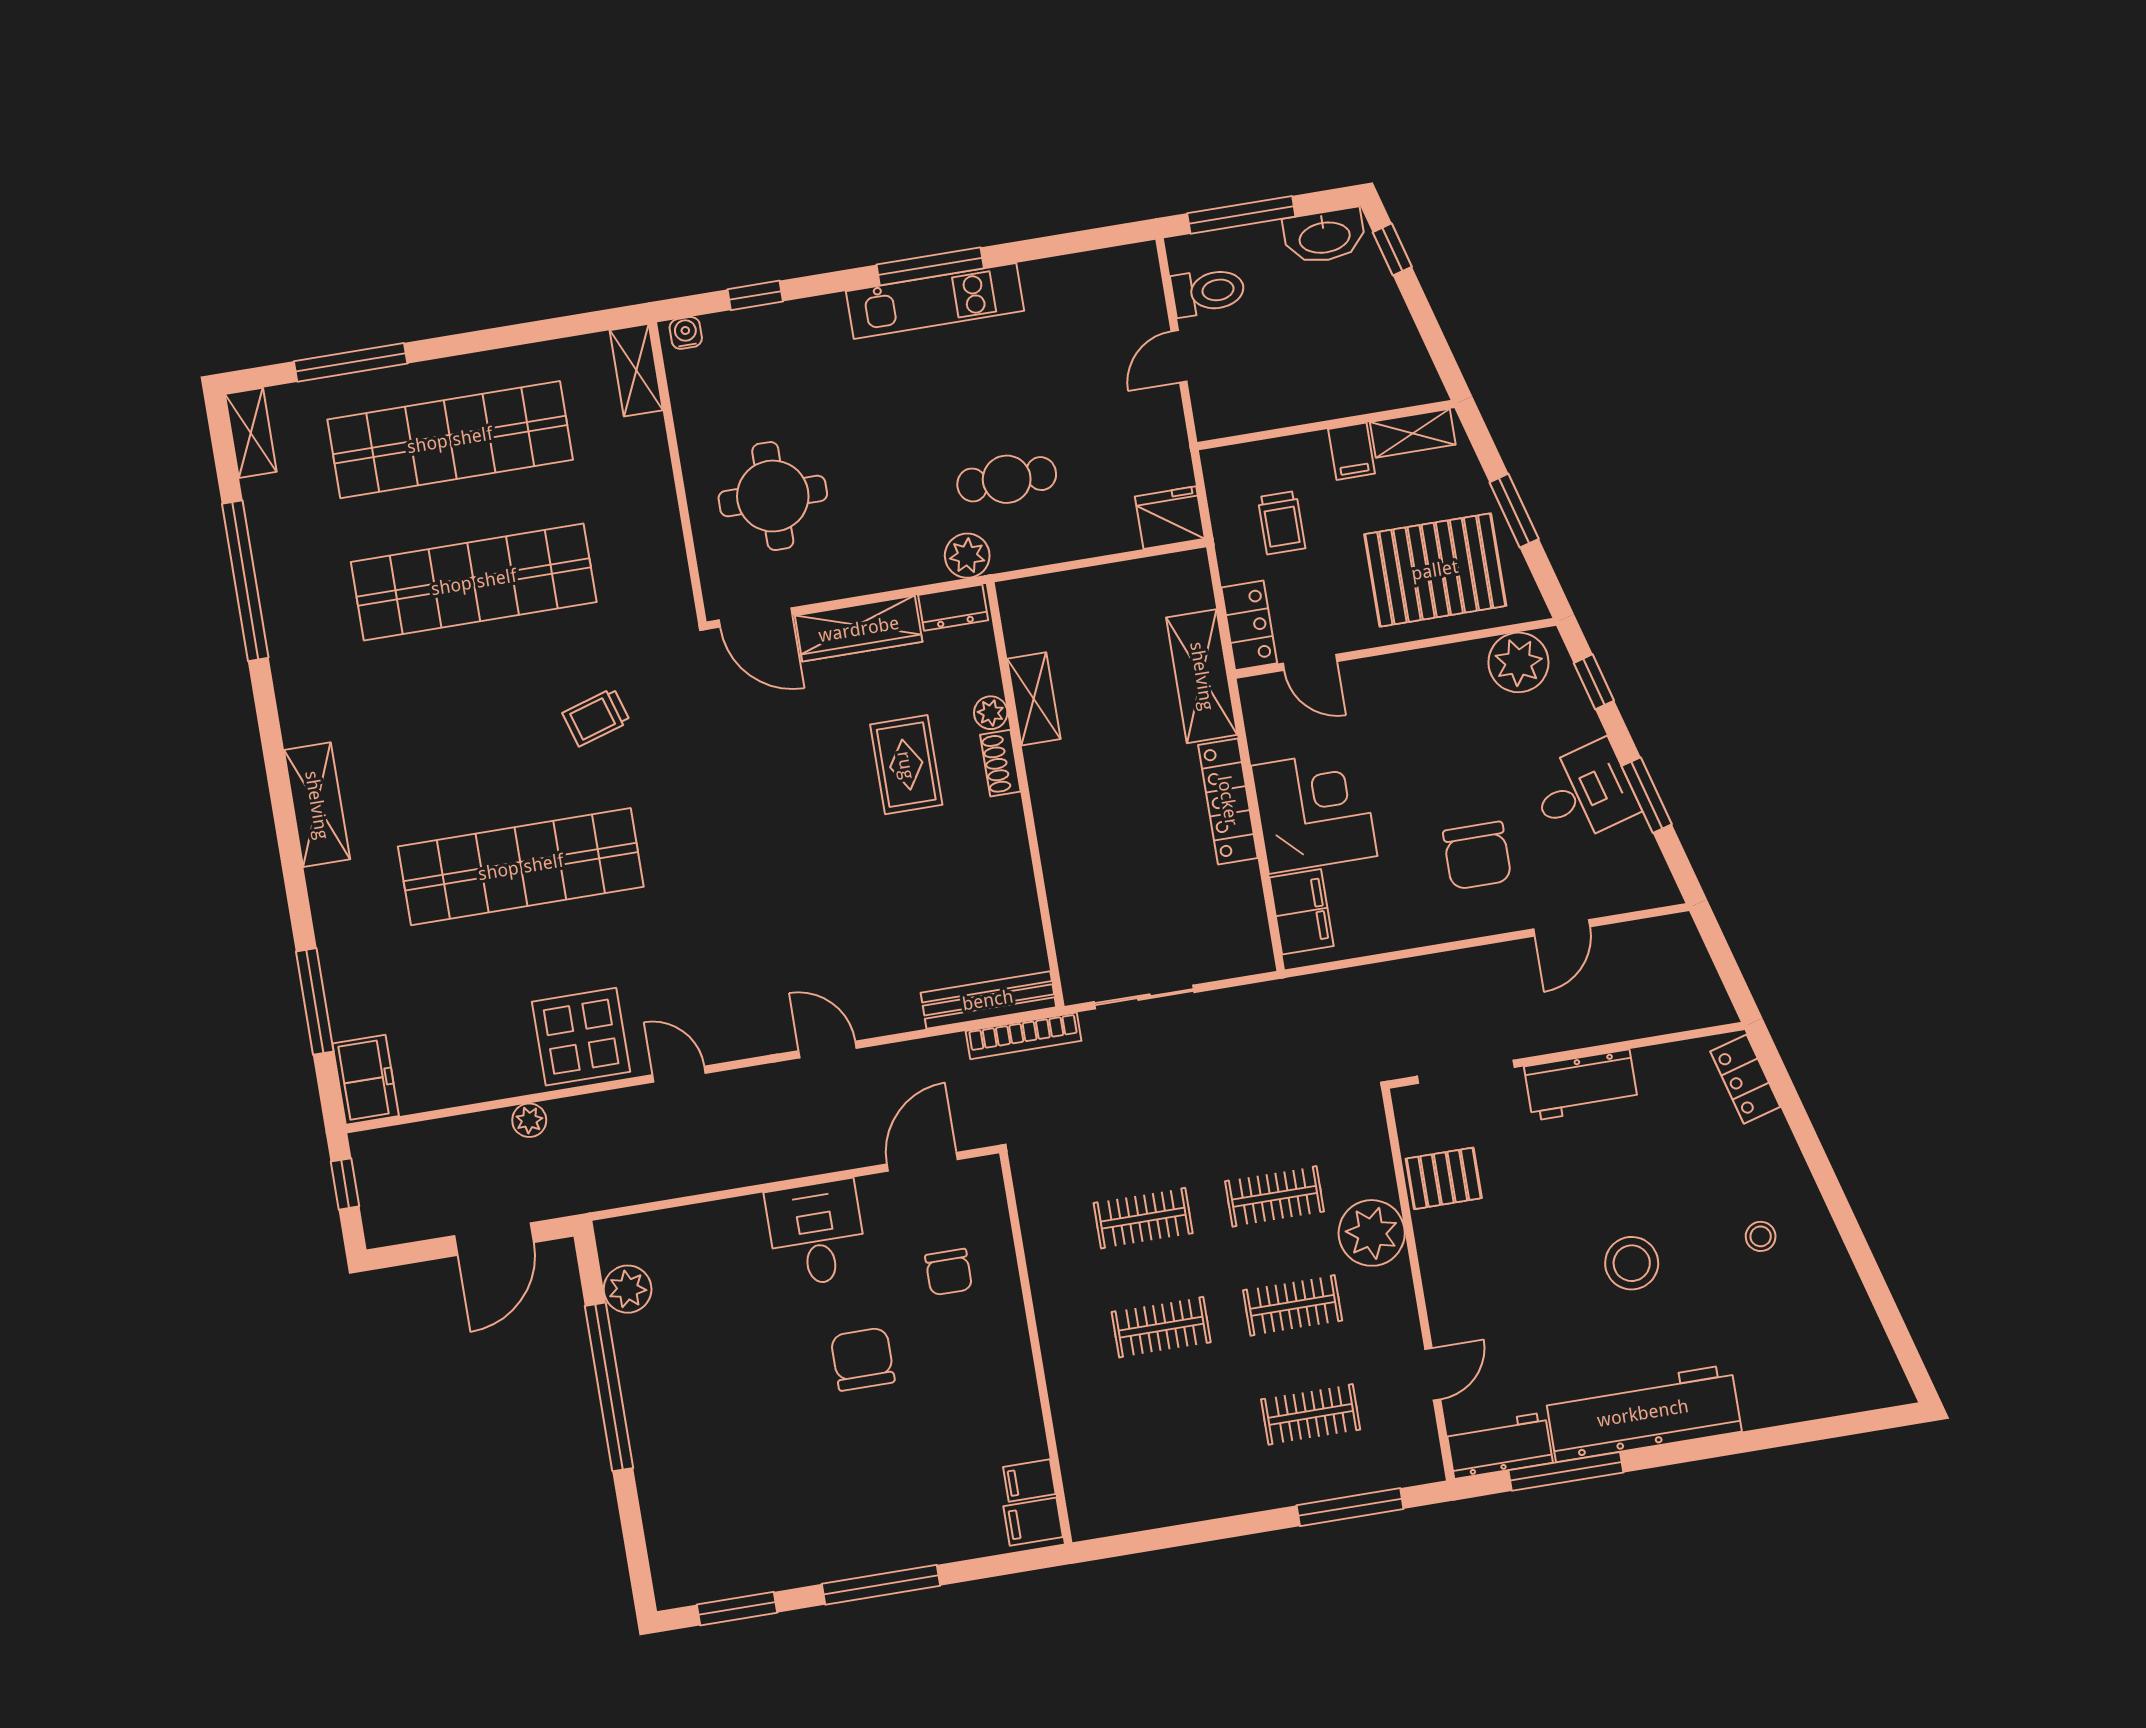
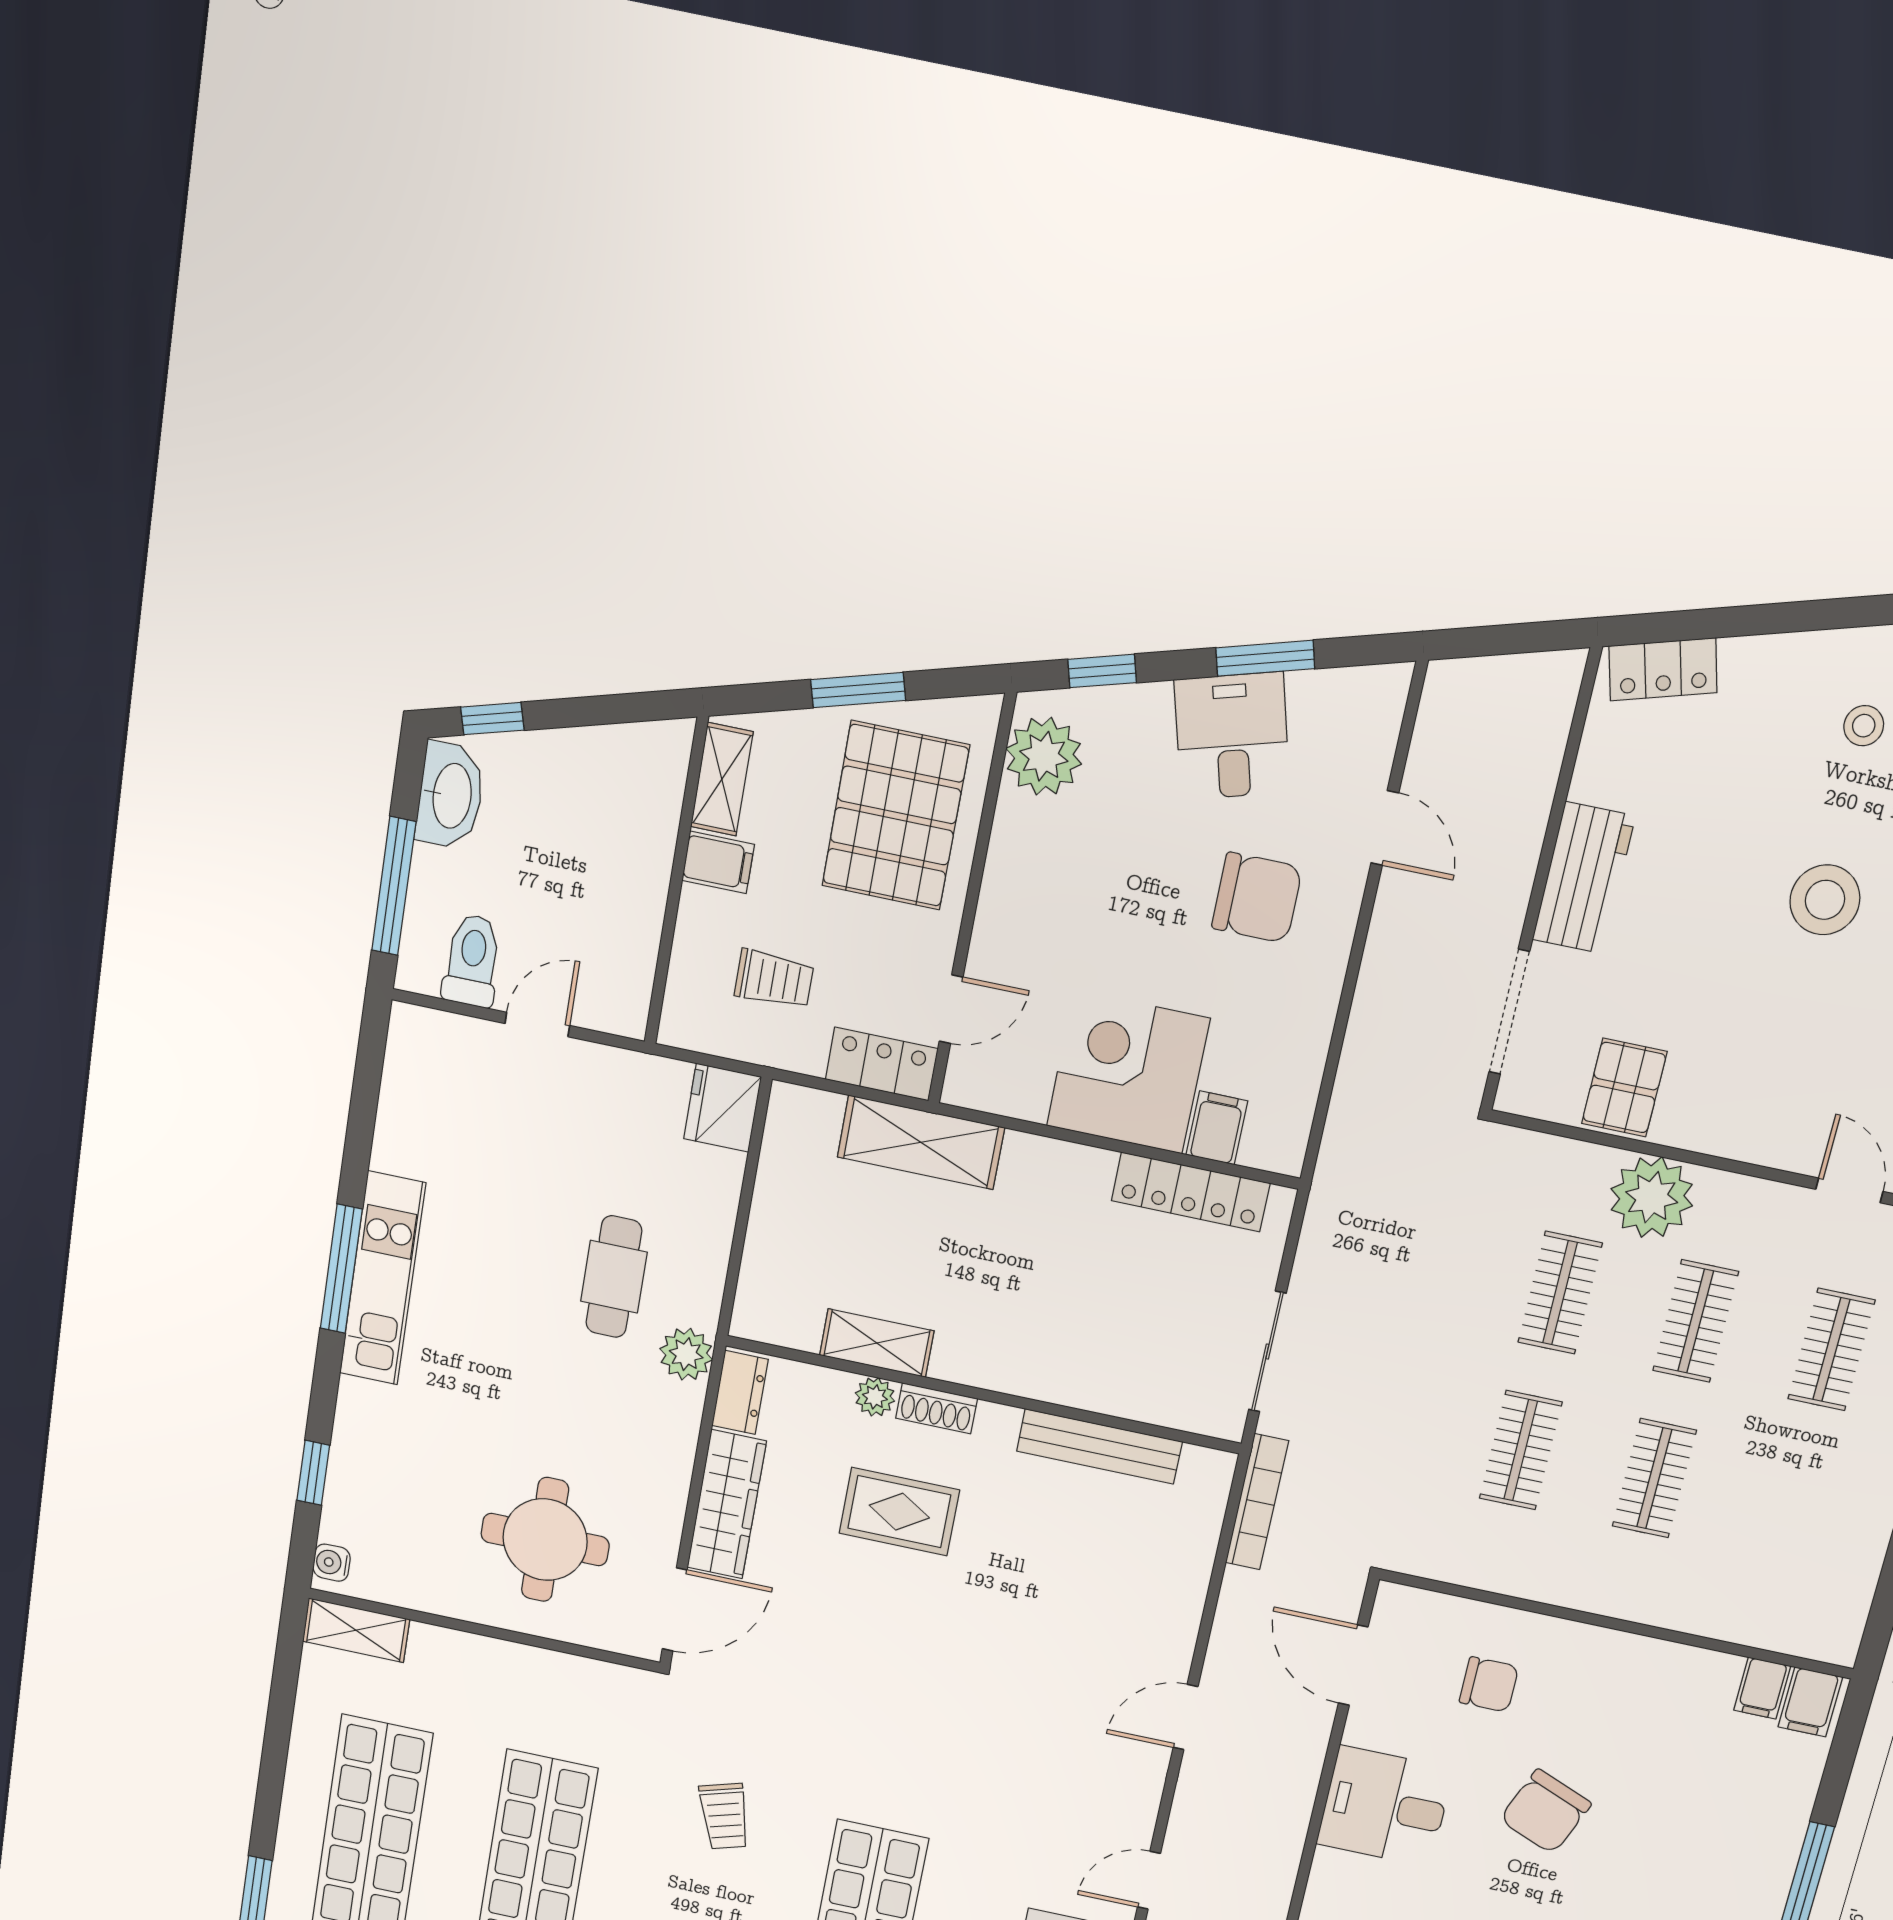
door: (1179, 356) -> (537, 1024), swing flipped
locker: (1228, 801) -> (1191, 1192), moved
filing cabinet: (1302, 912) -> (1217, 1128), width x0.50
bench: (988, 1000) -> (1099, 1446), moved, turned 90
chair: (863, 1359) -> (1545, 1812), turned -68

